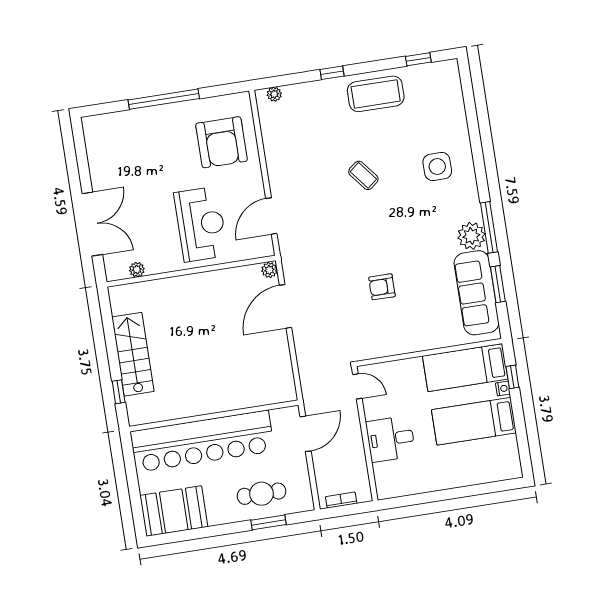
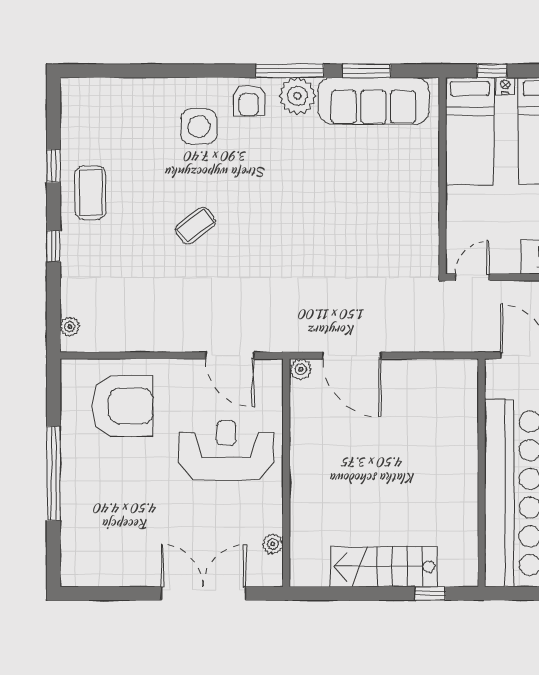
window: (418, 59) -> (54, 166), moved
coffee table: (376, 94) -> (90, 193), width x0.73, depth x0.76
armchair: (382, 287) -> (249, 100), moved

